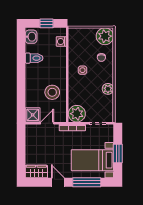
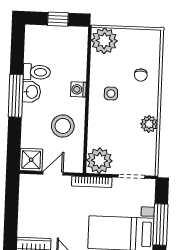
plant: (105, 36) -> (104, 41), moved
washbasin: (31, 37) -> (31, 92), moved
washing machine: (61, 41) -> (78, 89), moved
window: (21, 74) -> (16, 96), added
window: (118, 153) -> (160, 224), width x1.44

